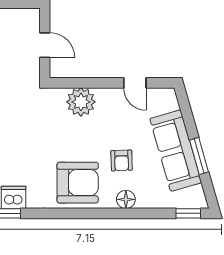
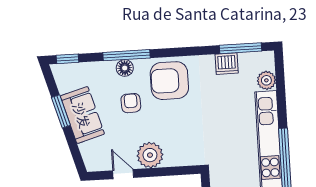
plant: (81, 102) -> (150, 155), moved
sofa: (176, 151) -> (82, 115), width x0.73
window: (123, 213) -> (127, 55), added

